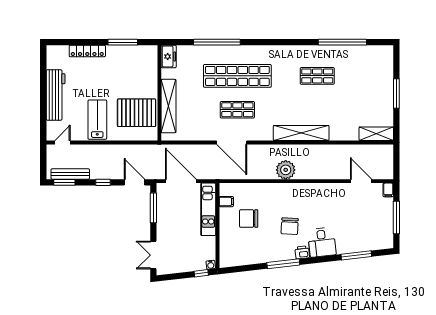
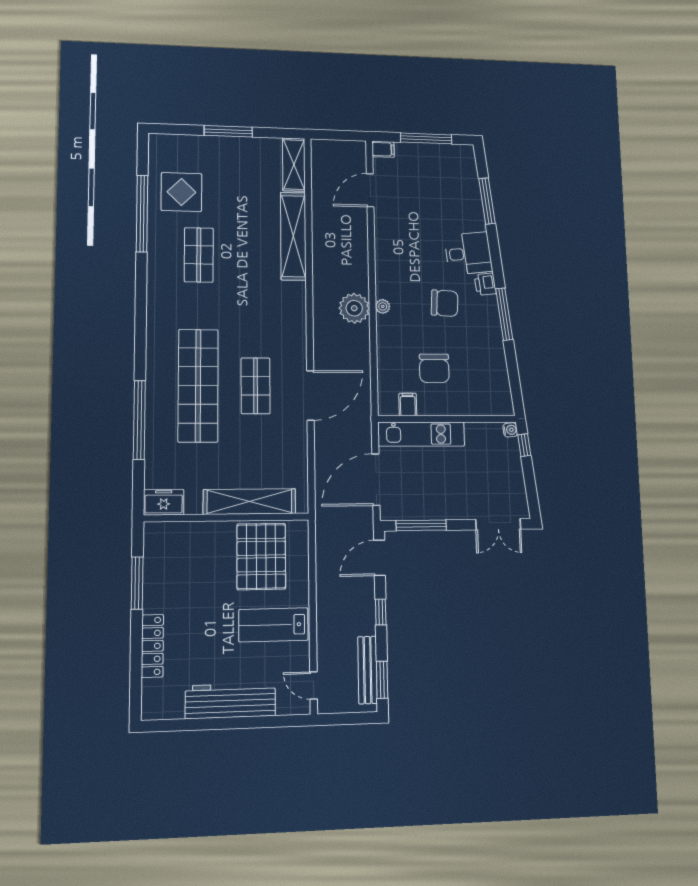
display table: (357, 65) -> (181, 192), added
shelving: (301, 133) -> (293, 236), moved
plant: (287, 187) -> (383, 306), added

